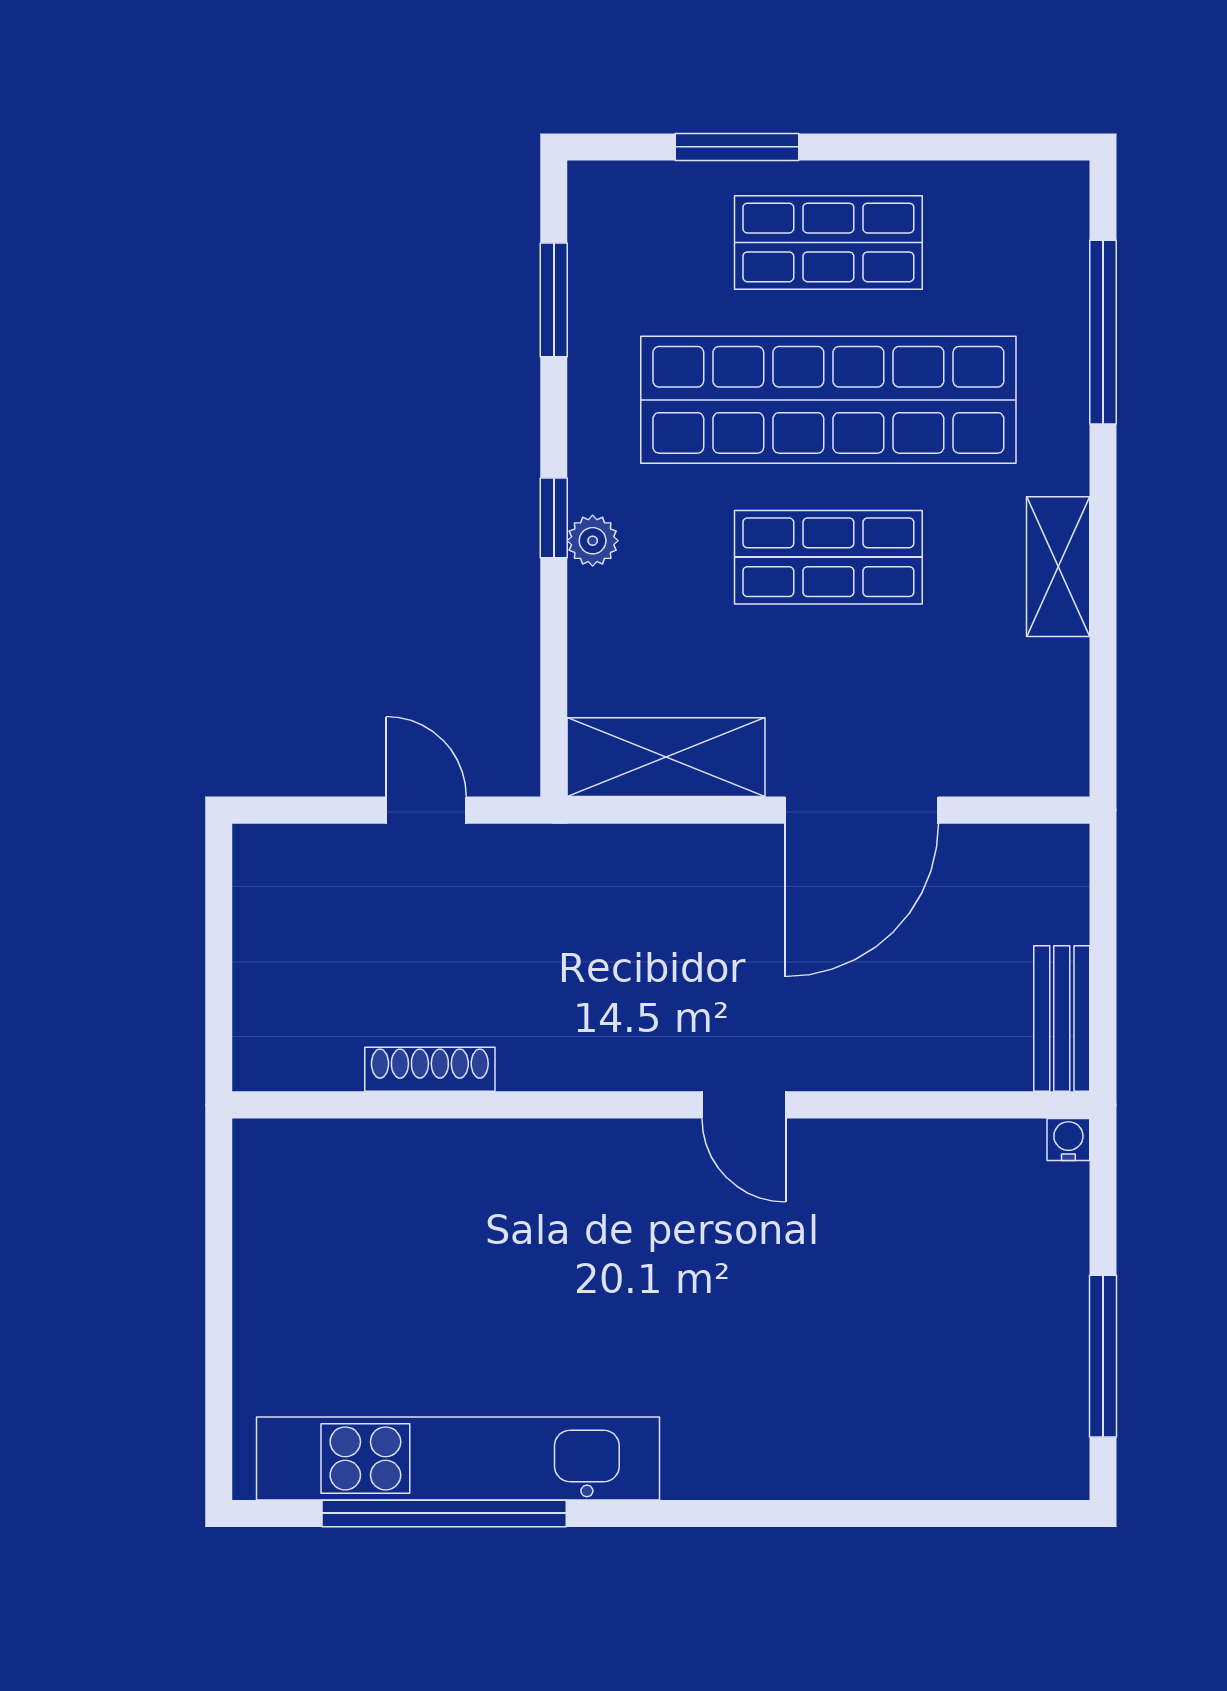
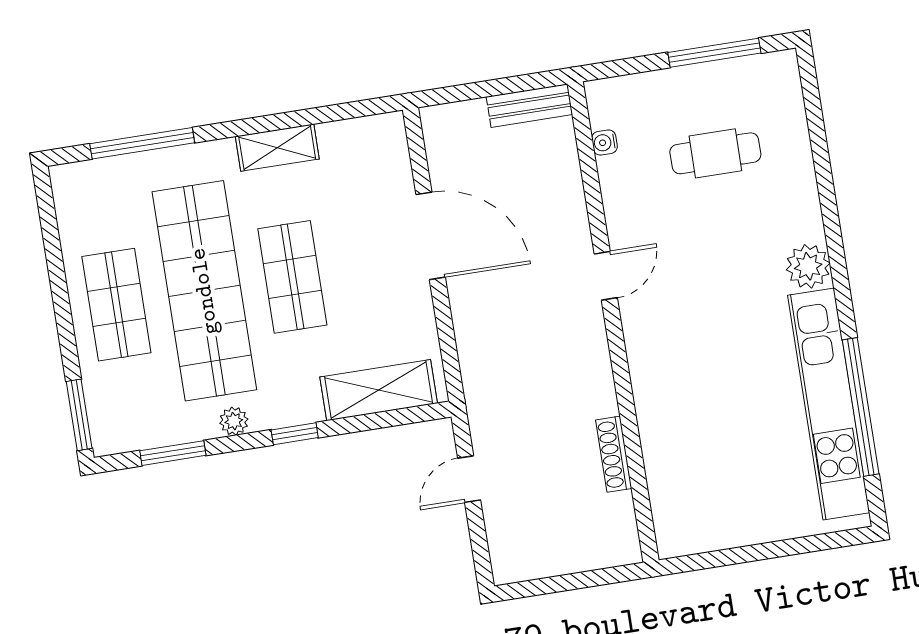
window: (737, 147) -> (79, 415), moved
plant: (593, 541) -> (234, 421), moved
shelving: (666, 757) -> (379, 390), moved, turned 90
water cooler: (1068, 1139) -> (604, 142), moved
cafe table: (927, 1330) -> (715, 153), added
plant: (704, 1461) -> (808, 266), added

